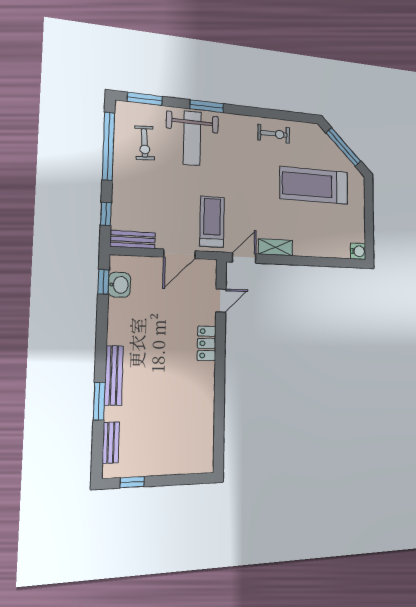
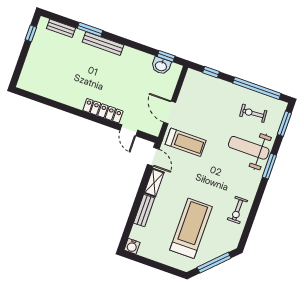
bench: (133, 240) -> (144, 211), moved
locker: (207, 343) -> (103, 111), width x1.53

